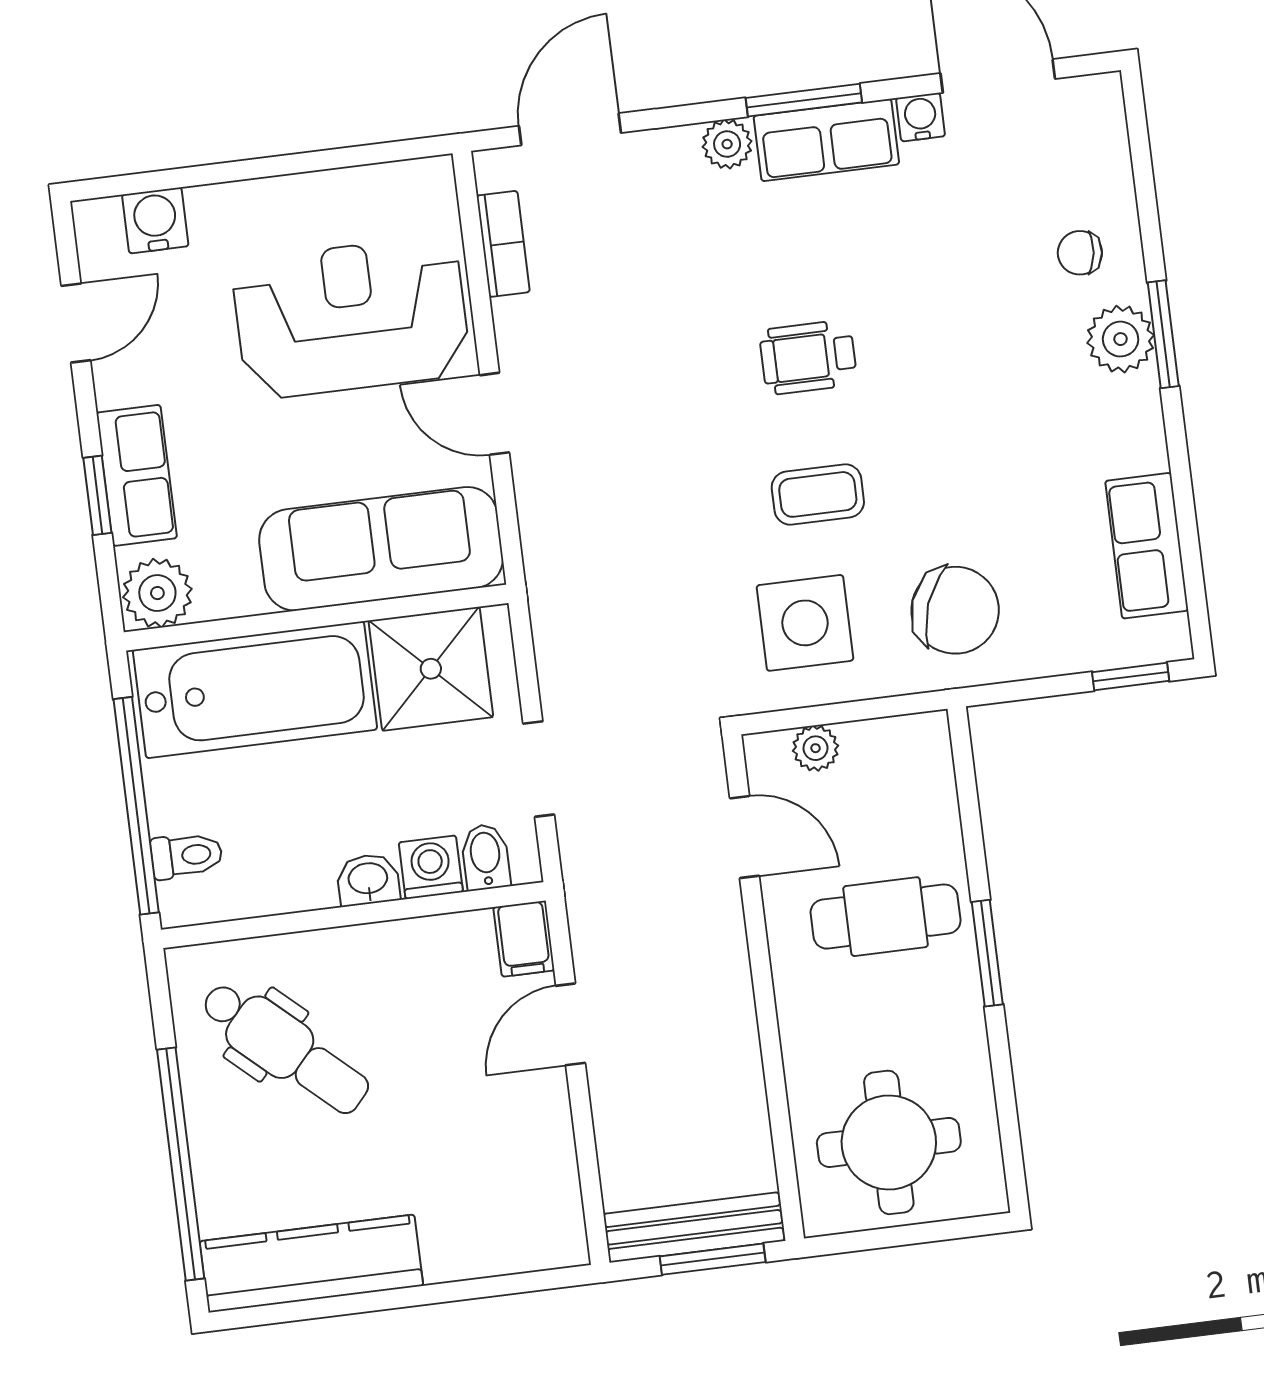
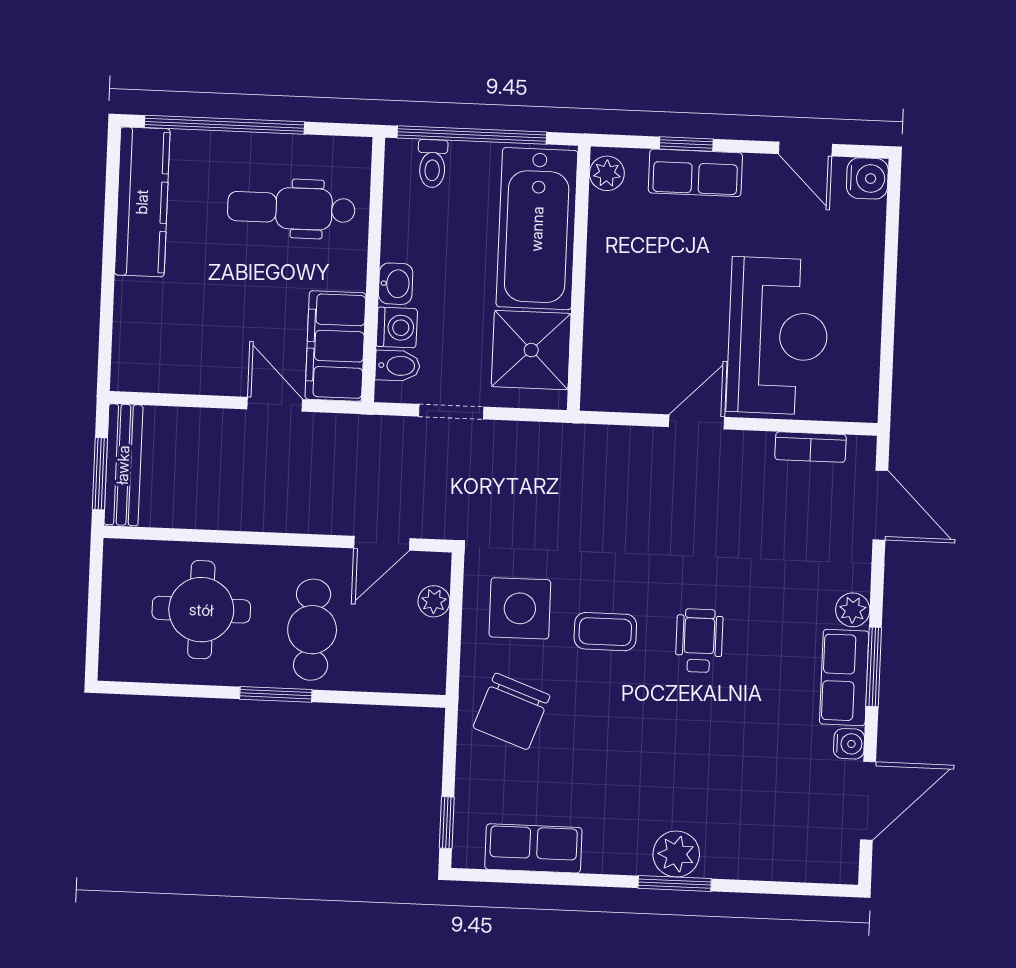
water cooler: (155, 220) -> (867, 178), moved
chair: (1080, 253) -> (739, 836), removed
coffee table: (818, 494) -> (605, 632), turned 90
sofa: (381, 549) -> (618, 330), removed
plant: (157, 593) -> (607, 173), width x0.73, depth x0.73
filing cabinet: (524, 939) -> (335, 346), width x3.00, depth x1.17
dental chair: (285, 1048) -> (291, 208), turned 48
round table: (889, 1142) -> (201, 610), moved

